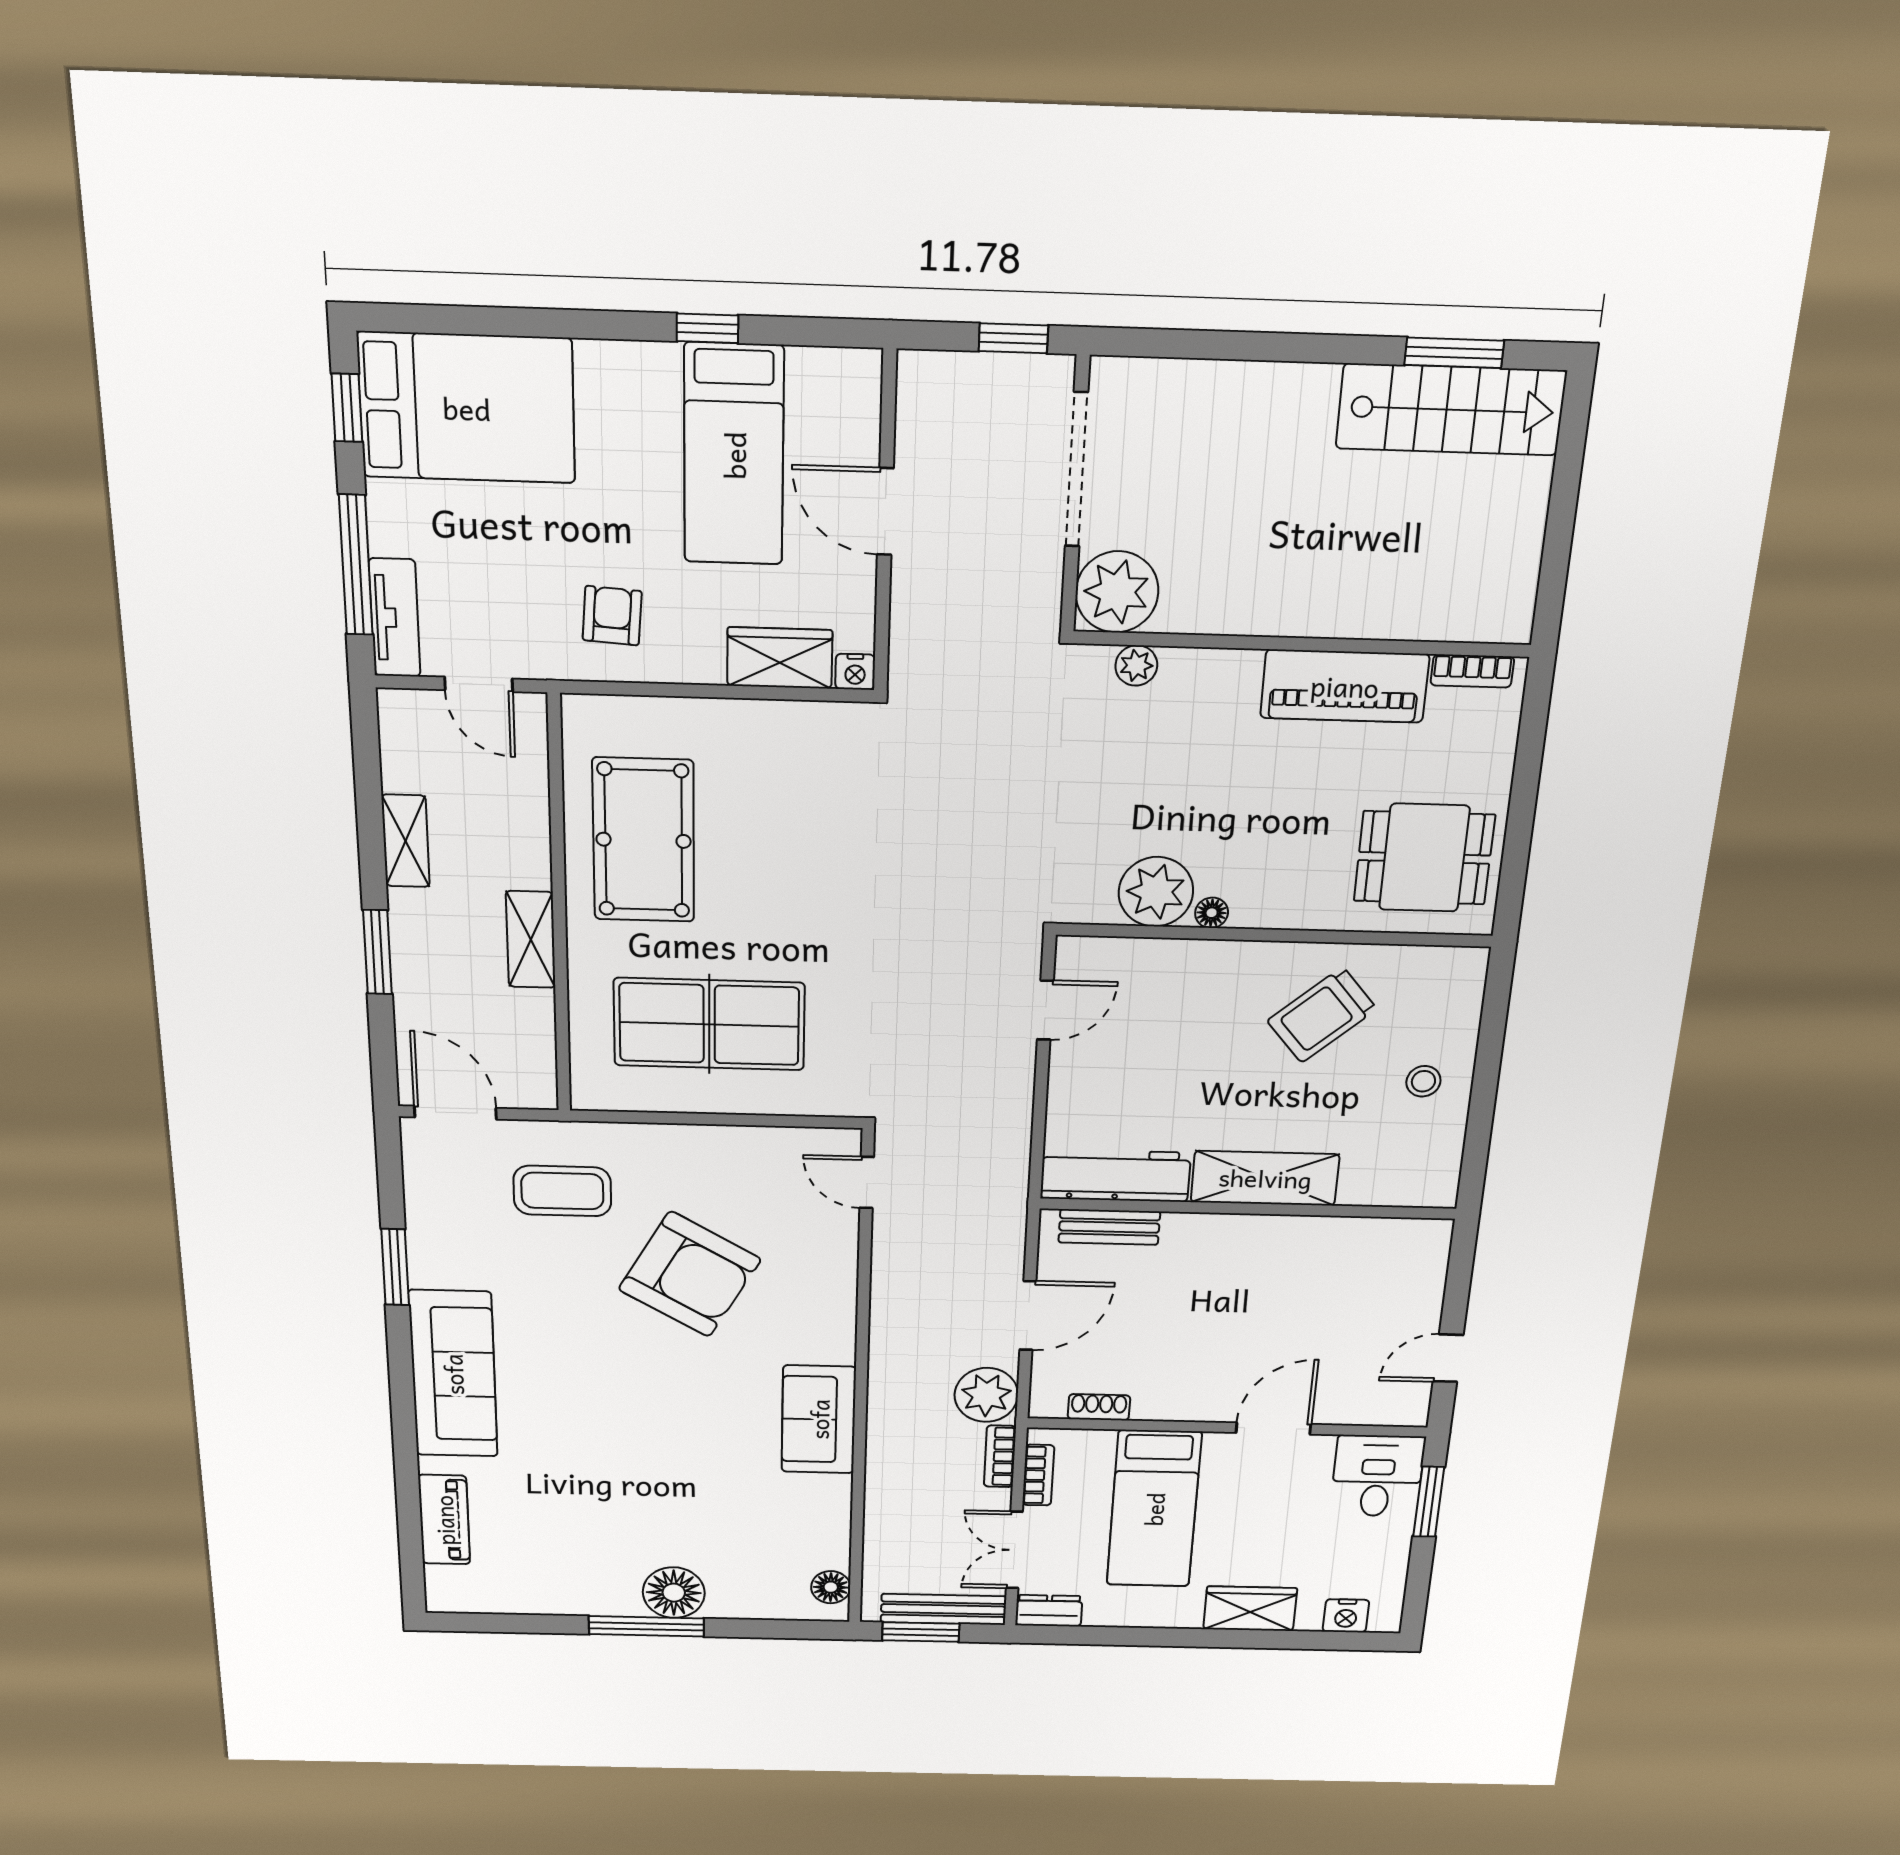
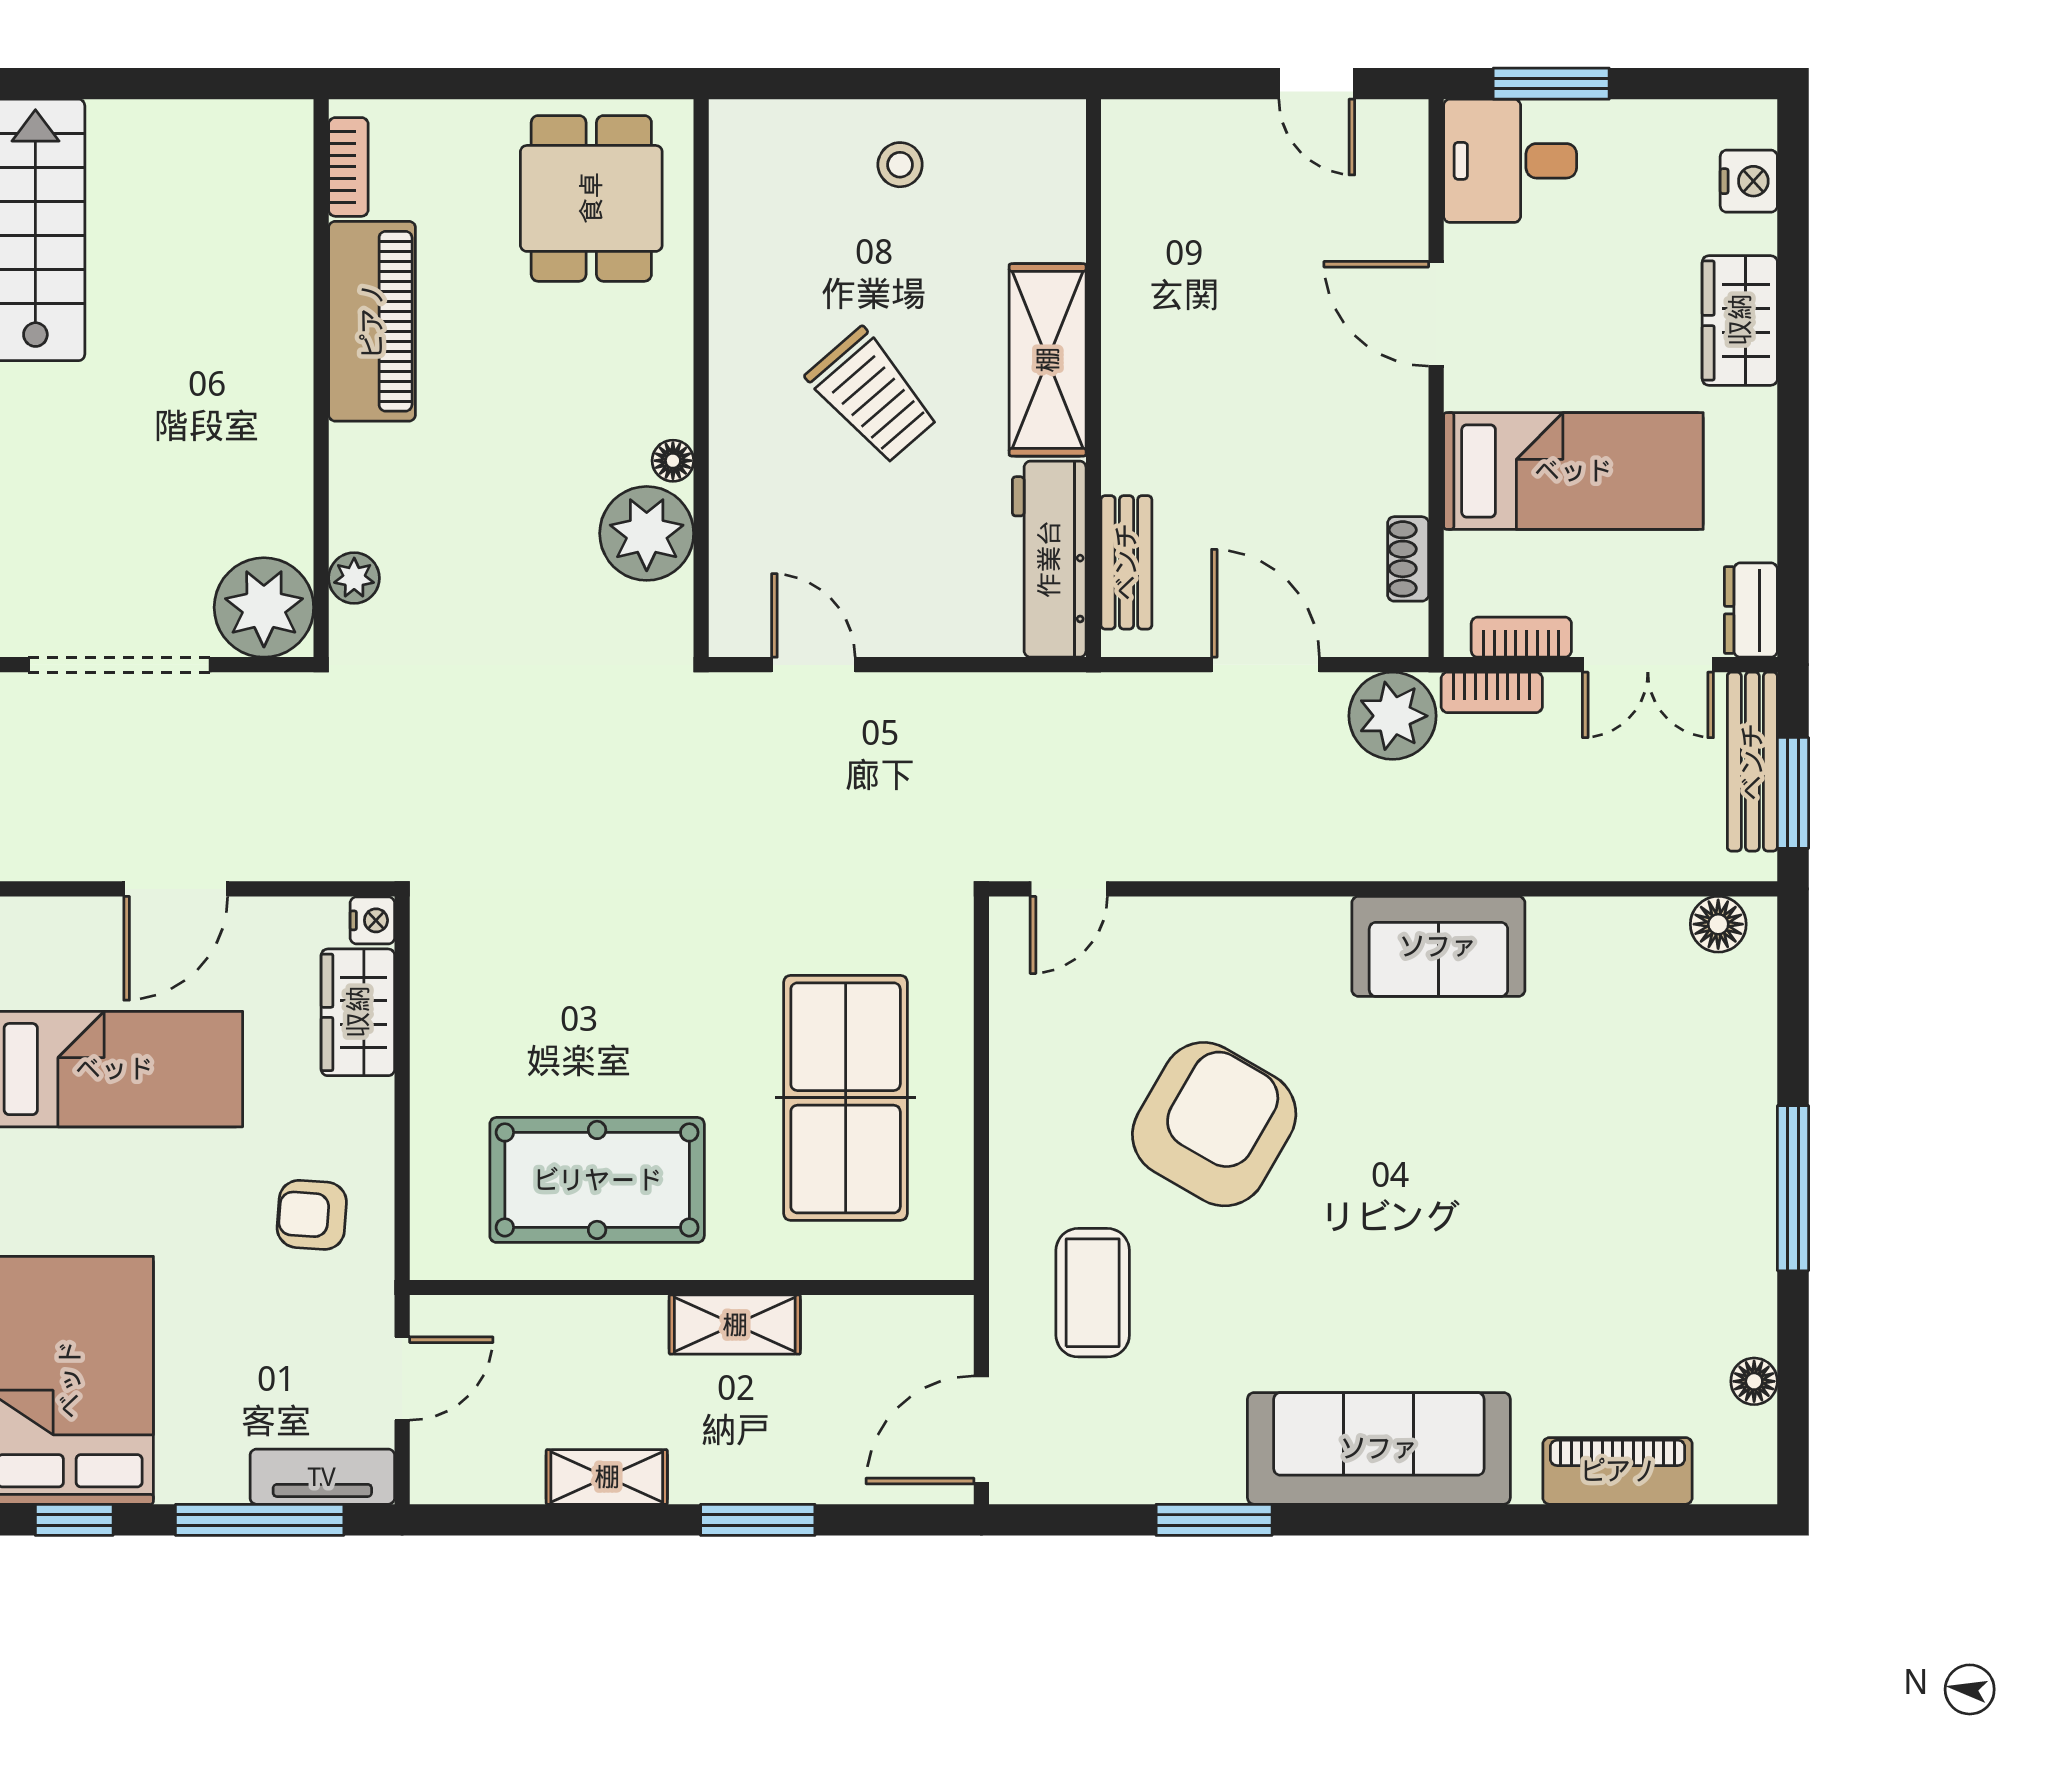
trolley: (1322, 1015) -> (873, 396), moved
floor lamp: (674, 1593) -> (1754, 1381), moved, width x0.53, depth x0.53

